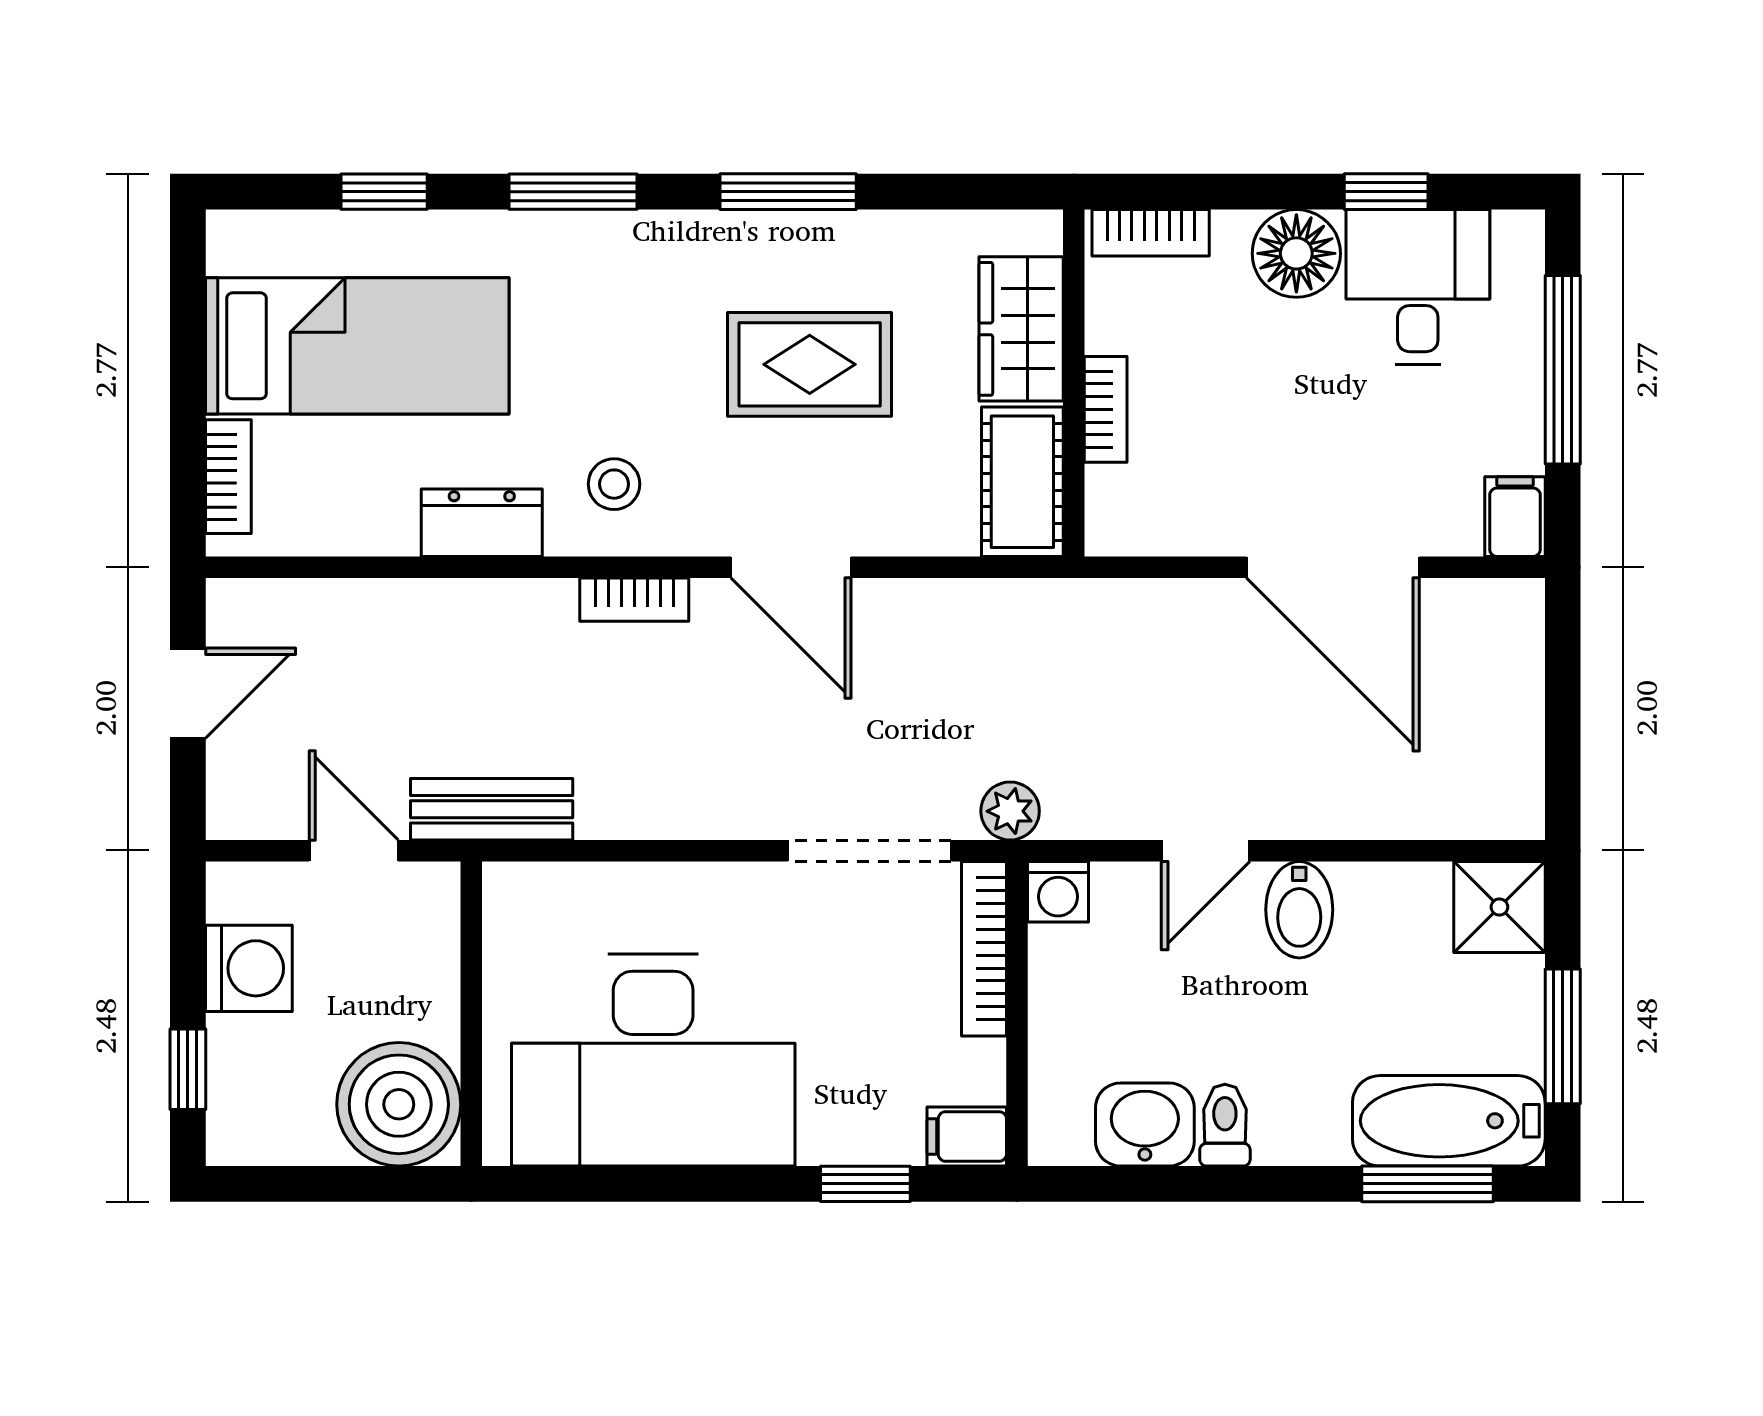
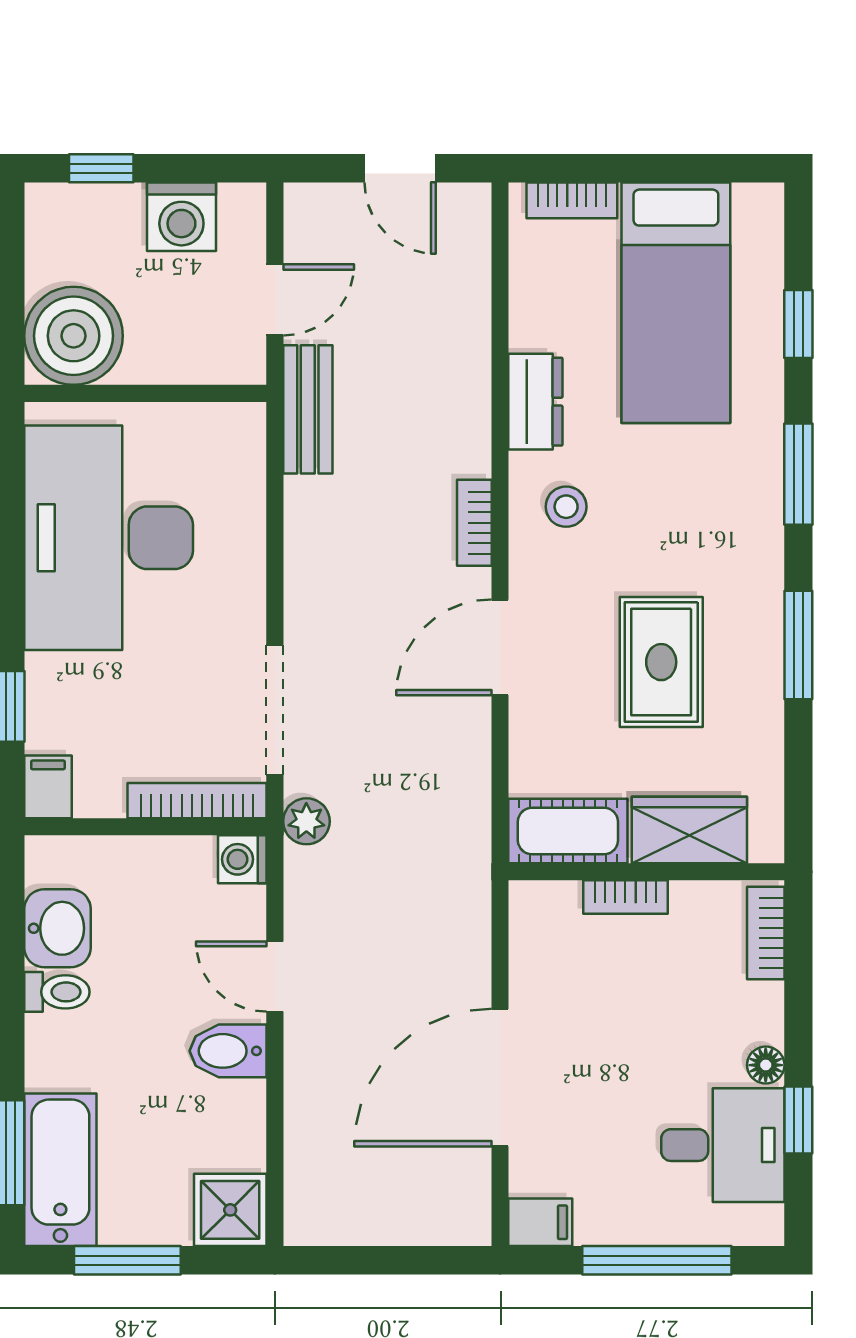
floor lamp: (1296, 253) -> (766, 1065), width x0.53, depth x0.53

